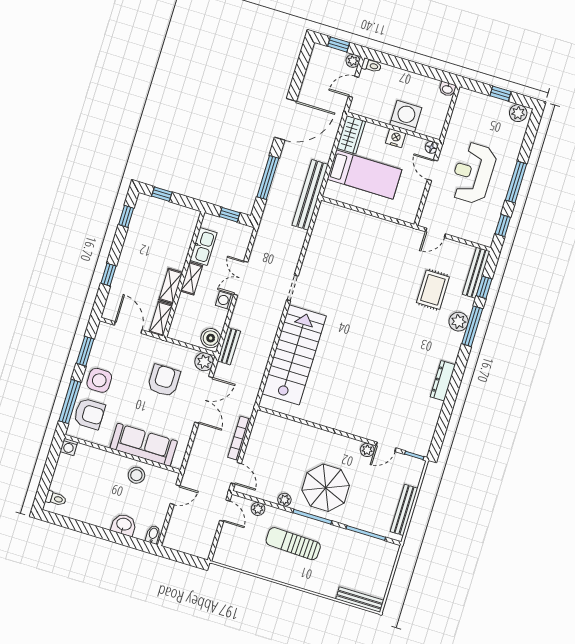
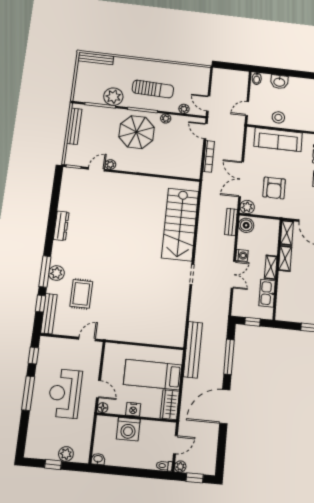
plant: (518, 113) -> (66, 454), moved
reception desk: (473, 173) -> (65, 393), turned 180
plant: (347, 542) -> (113, 97), added

